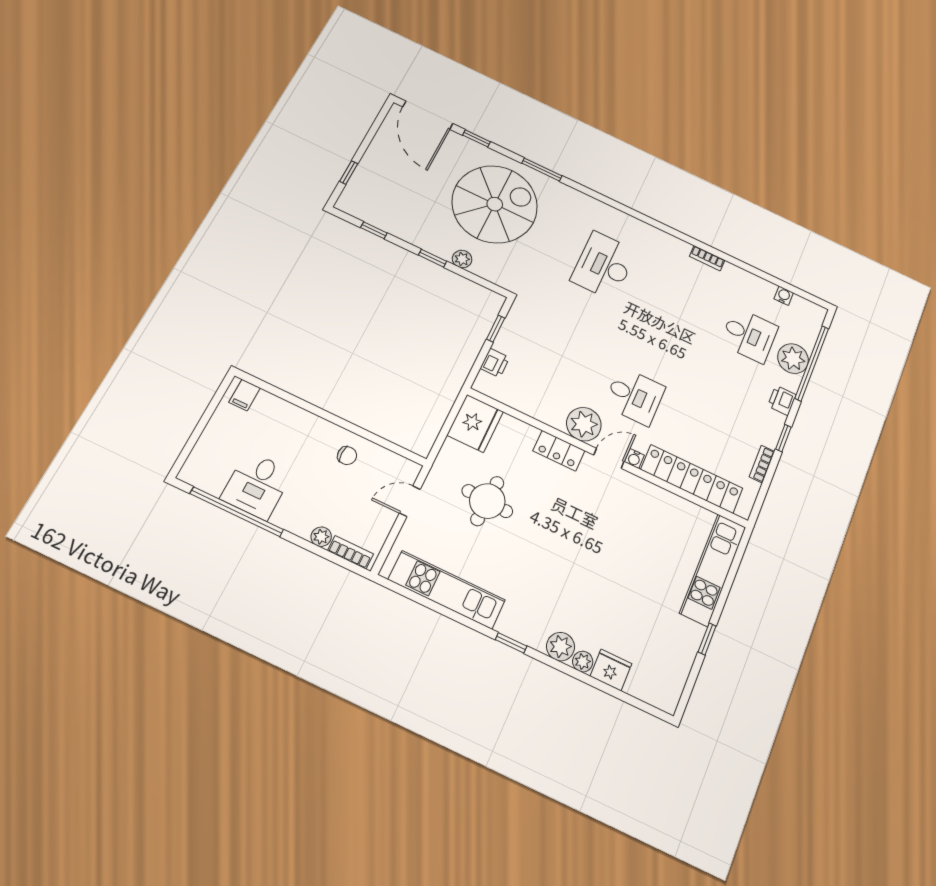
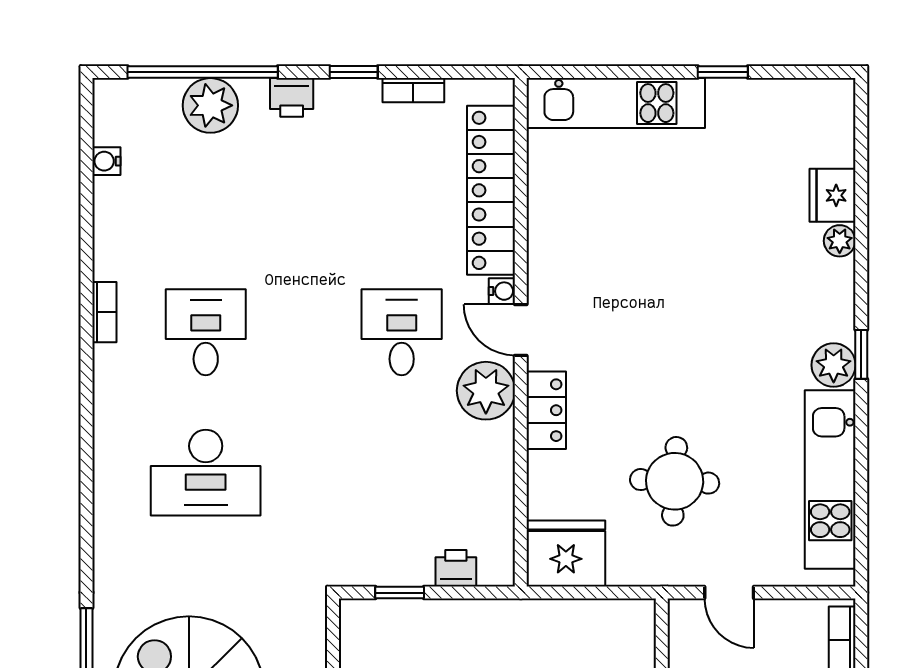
desk: (749, 335) -> (206, 332), moved
plant: (561, 647) -> (834, 365), moved

